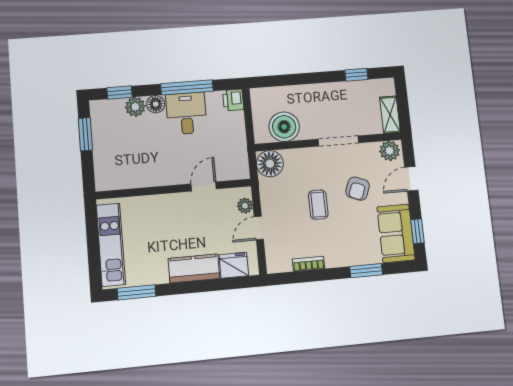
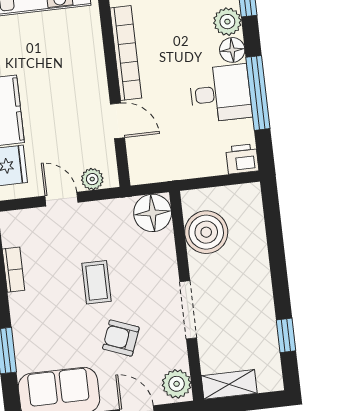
bookcase: (155, 179) -> (126, 53), added
coffee table: (318, 205) -> (97, 282), turned 90

